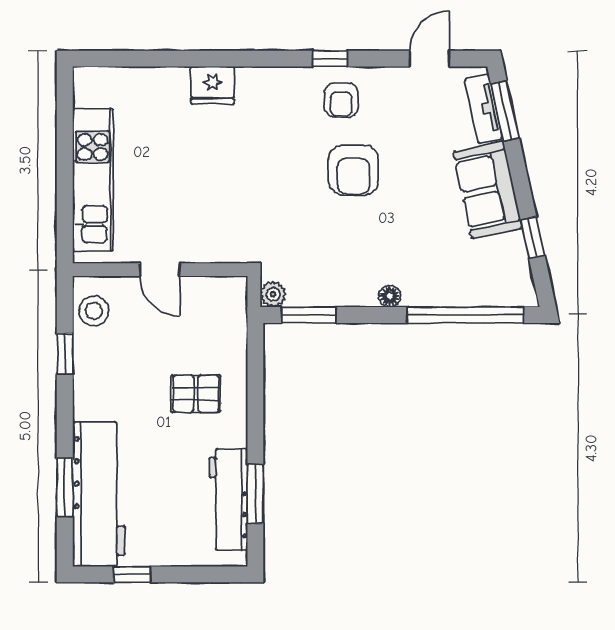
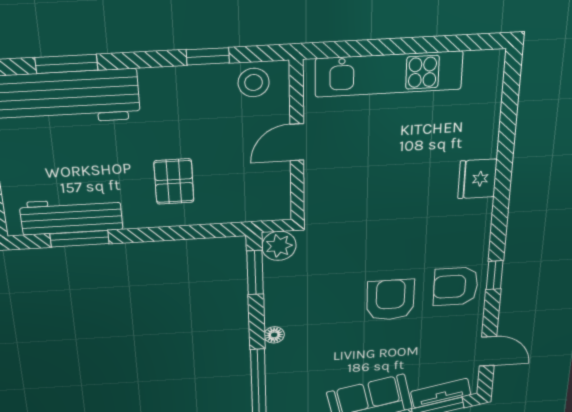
armchair: (341, 100) -> (456, 286), width x1.38, depth x1.38
armchair: (353, 170) -> (390, 300), turned 90
plant: (273, 294) -> (279, 246), width x1.38, depth x1.38

